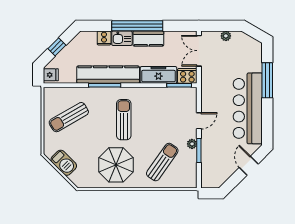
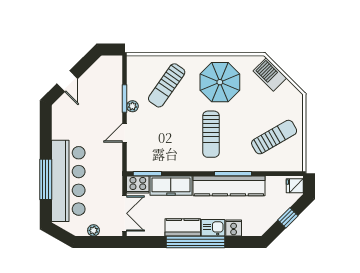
bar counter: (248, 108) -> (68, 181), moved
barbecue: (64, 163) -> (270, 74), moved

